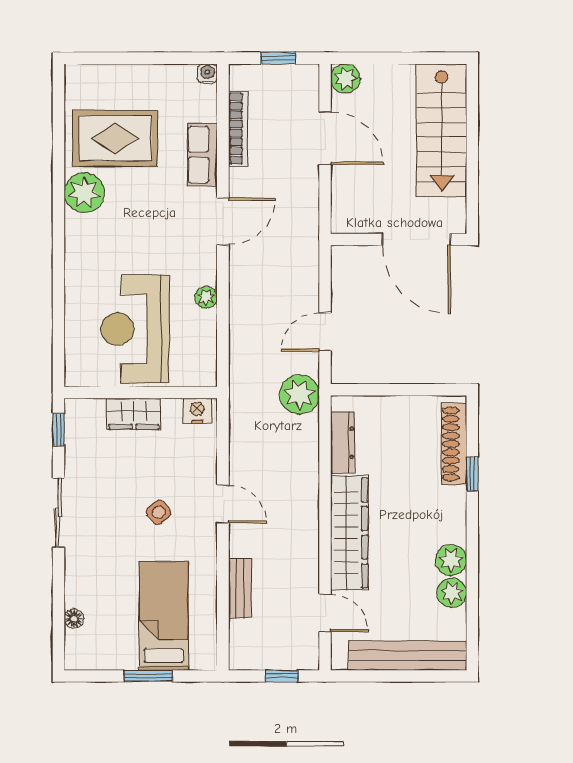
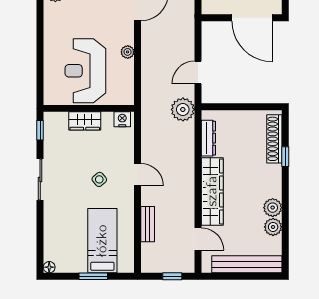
floor lamp: (74, 619) -> (49, 267), moved

